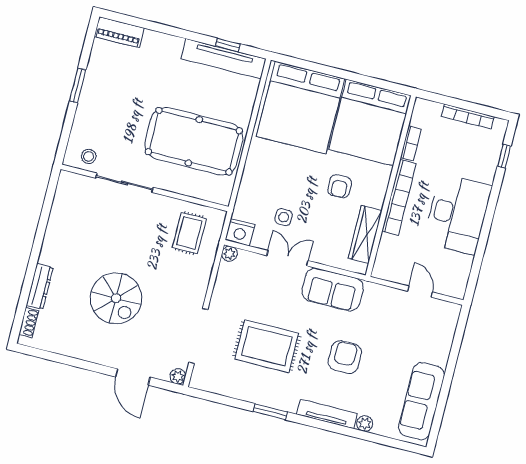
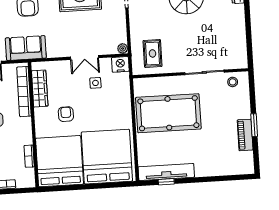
piano: (119, 32) -> (245, 135), moved, turned -90
bookcase: (399, 197) -> (24, 92), moved
sofa: (333, 290) -> (26, 48), moved

